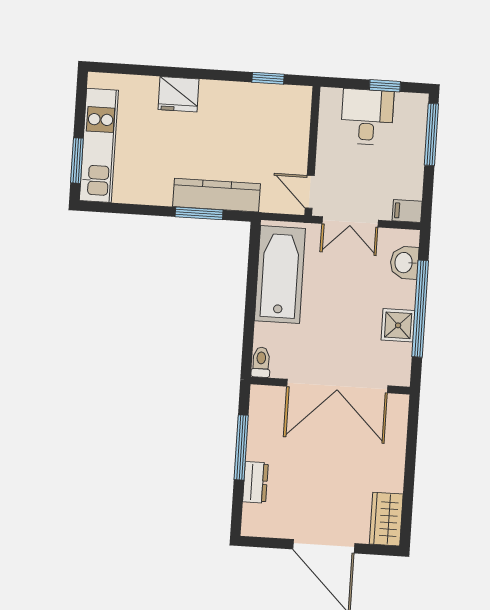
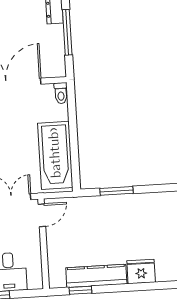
door: (310, 192) -> (42, 215), hinge flipped
kitchen counter: (216, 195) -> (96, 276), moved, turned 180

